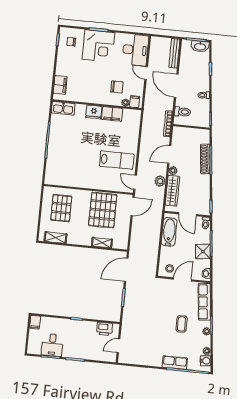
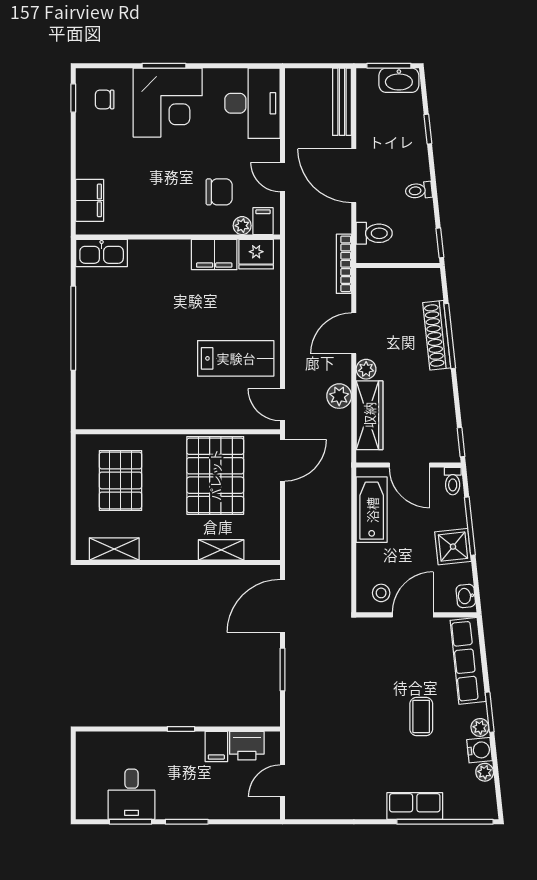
door: (146, 73) -> (283, 177), moved
fridge: (94, 112) -> (256, 254), moved
filing cabinet: (35, 322) -> (216, 746), moved
water cooler: (206, 361) -> (479, 750), moved

